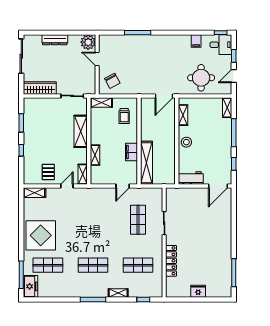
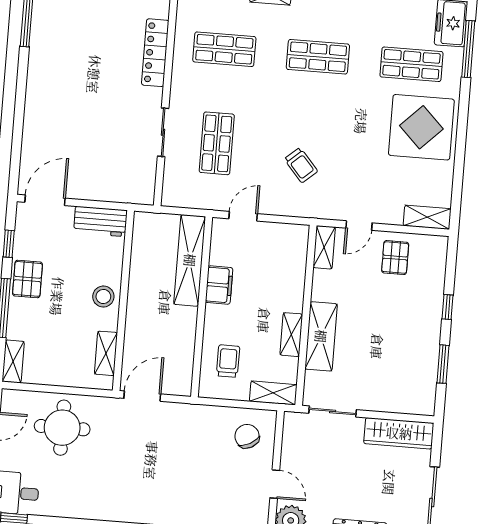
filing cabinet: (196, 41) -> (66, 505), removed
pallet: (223, 148) -> (27, 279), added
shelving: (95, 155) -> (291, 335), moved
trolley: (97, 213) -> (301, 165), added

